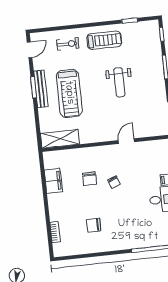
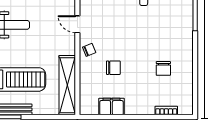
shelving: (60, 139) -> (67, 85), width x1.47
chair: (114, 182) -> (89, 50), moved

